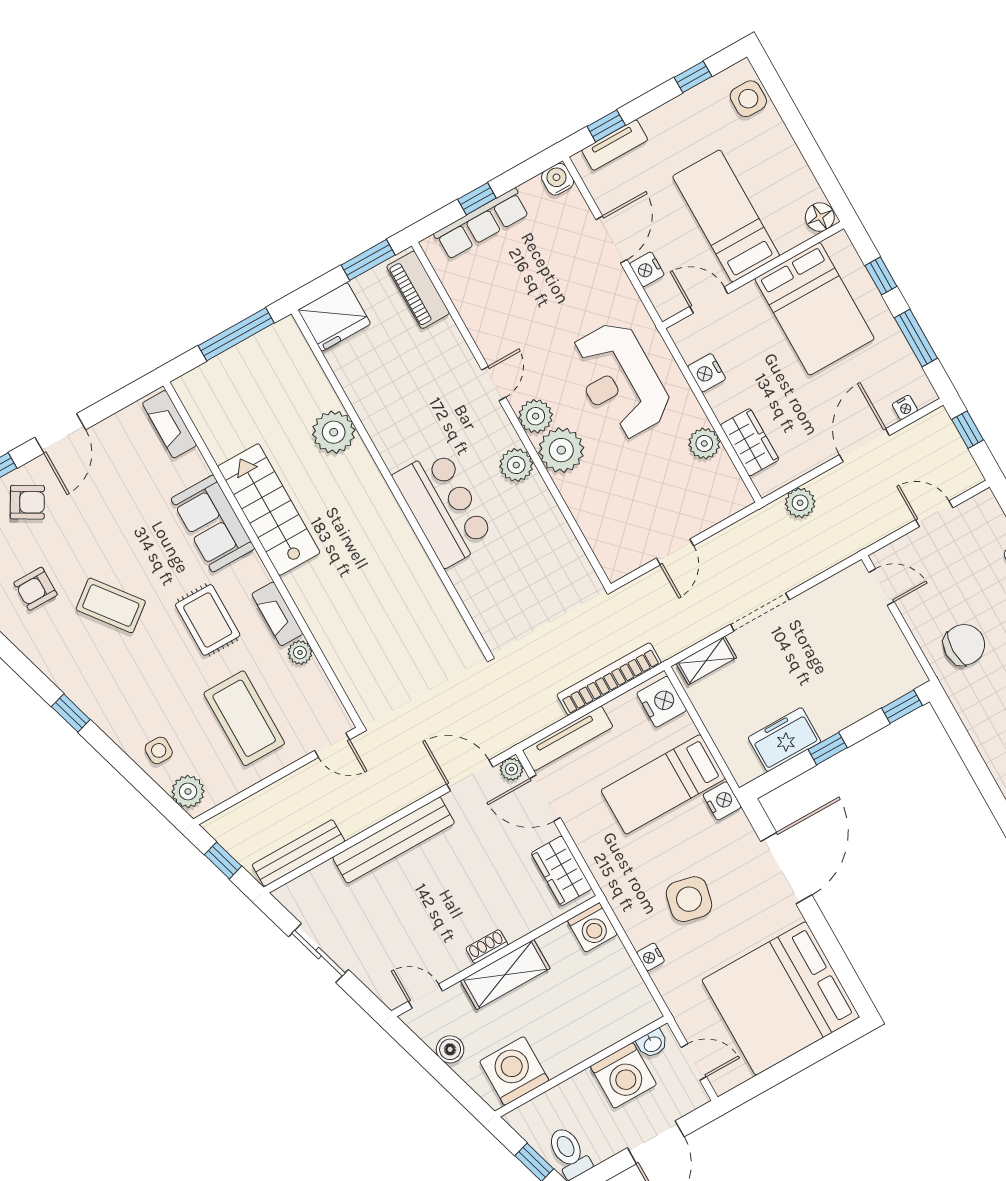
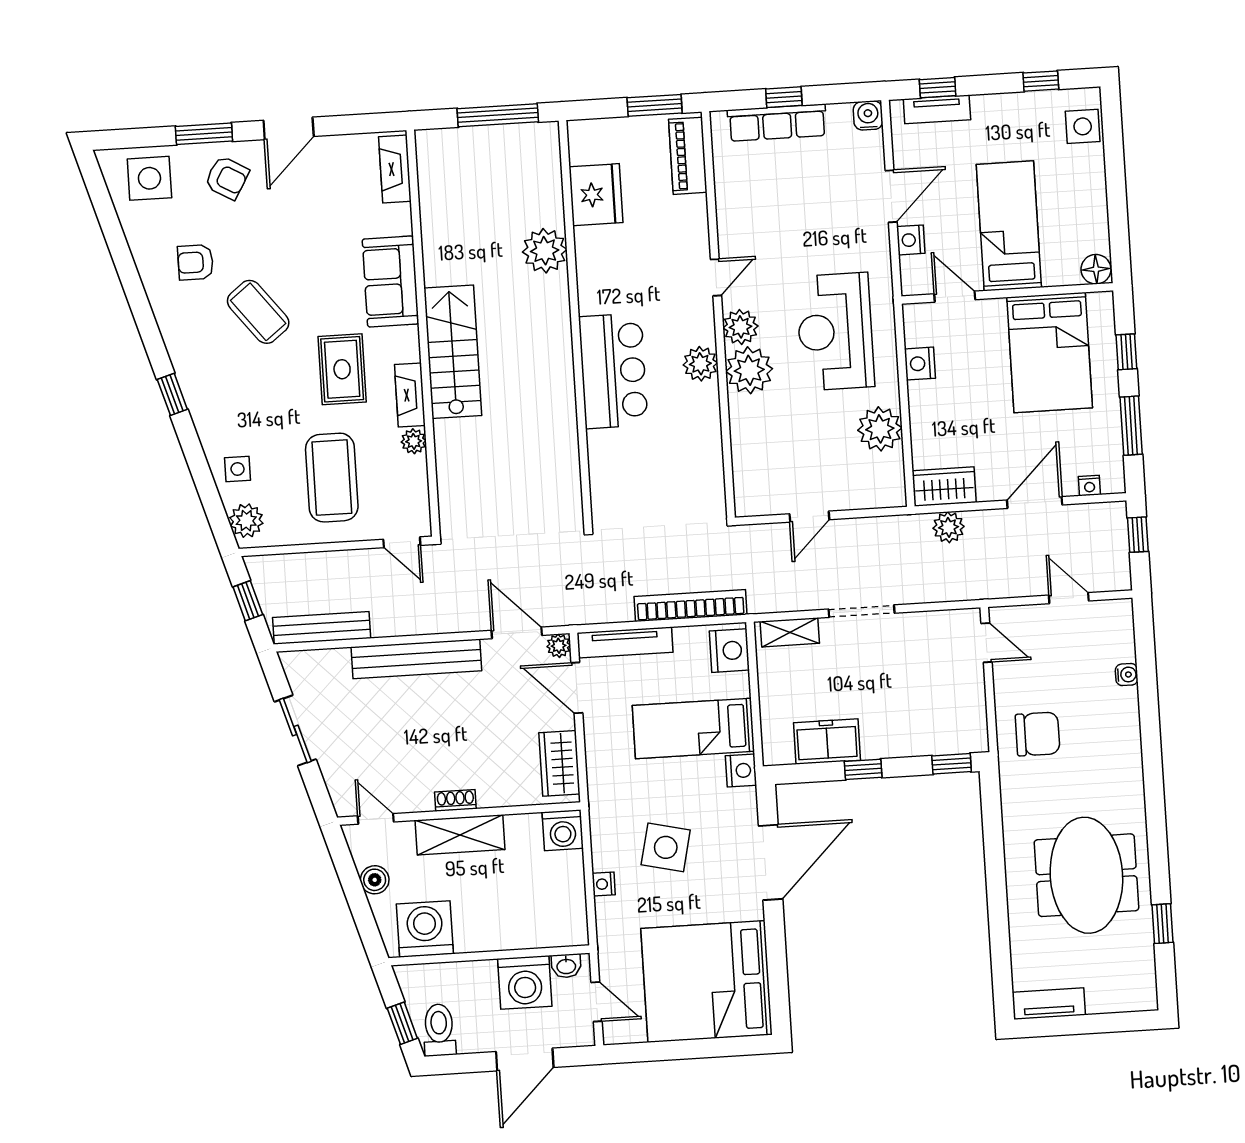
fridge: (334, 317) -> (596, 195), moved, turned -90
wardrobe: (750, 442) -> (944, 487), moved, turned -90
plant: (704, 443) -> (880, 429), width x1.36, depth x1.36
stairs: (269, 510) -> (453, 352), moved

